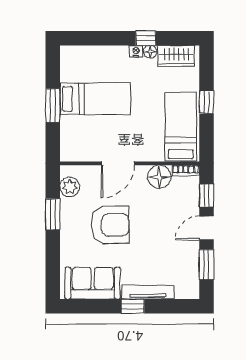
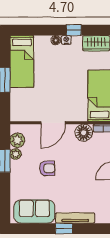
floor lamp: (150, 52) -> (56, 40), moved
bed: (95, 99) -> (22, 61), moved, turned 90
plant: (67, 205) -> (16, 154), added
armchair: (110, 225) -> (47, 168), width x0.53, depth x0.53

